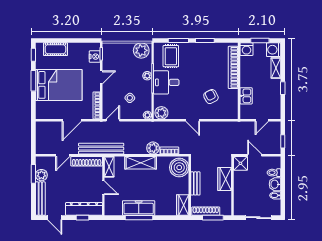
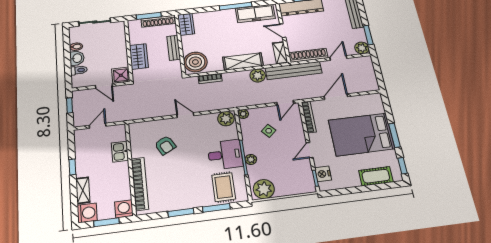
plant: (153, 148) -> (258, 75), moved
plant: (41, 175) -> (362, 48), moved
freezer: (139, 208) -> (255, 13), moved

